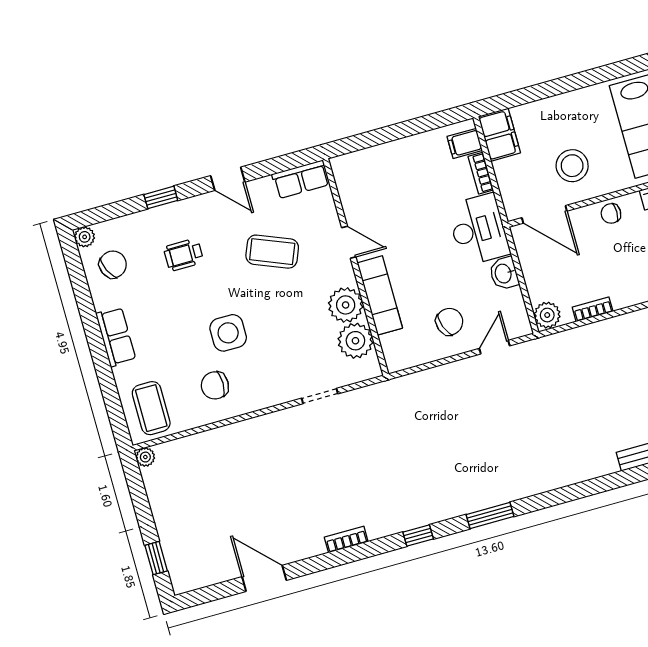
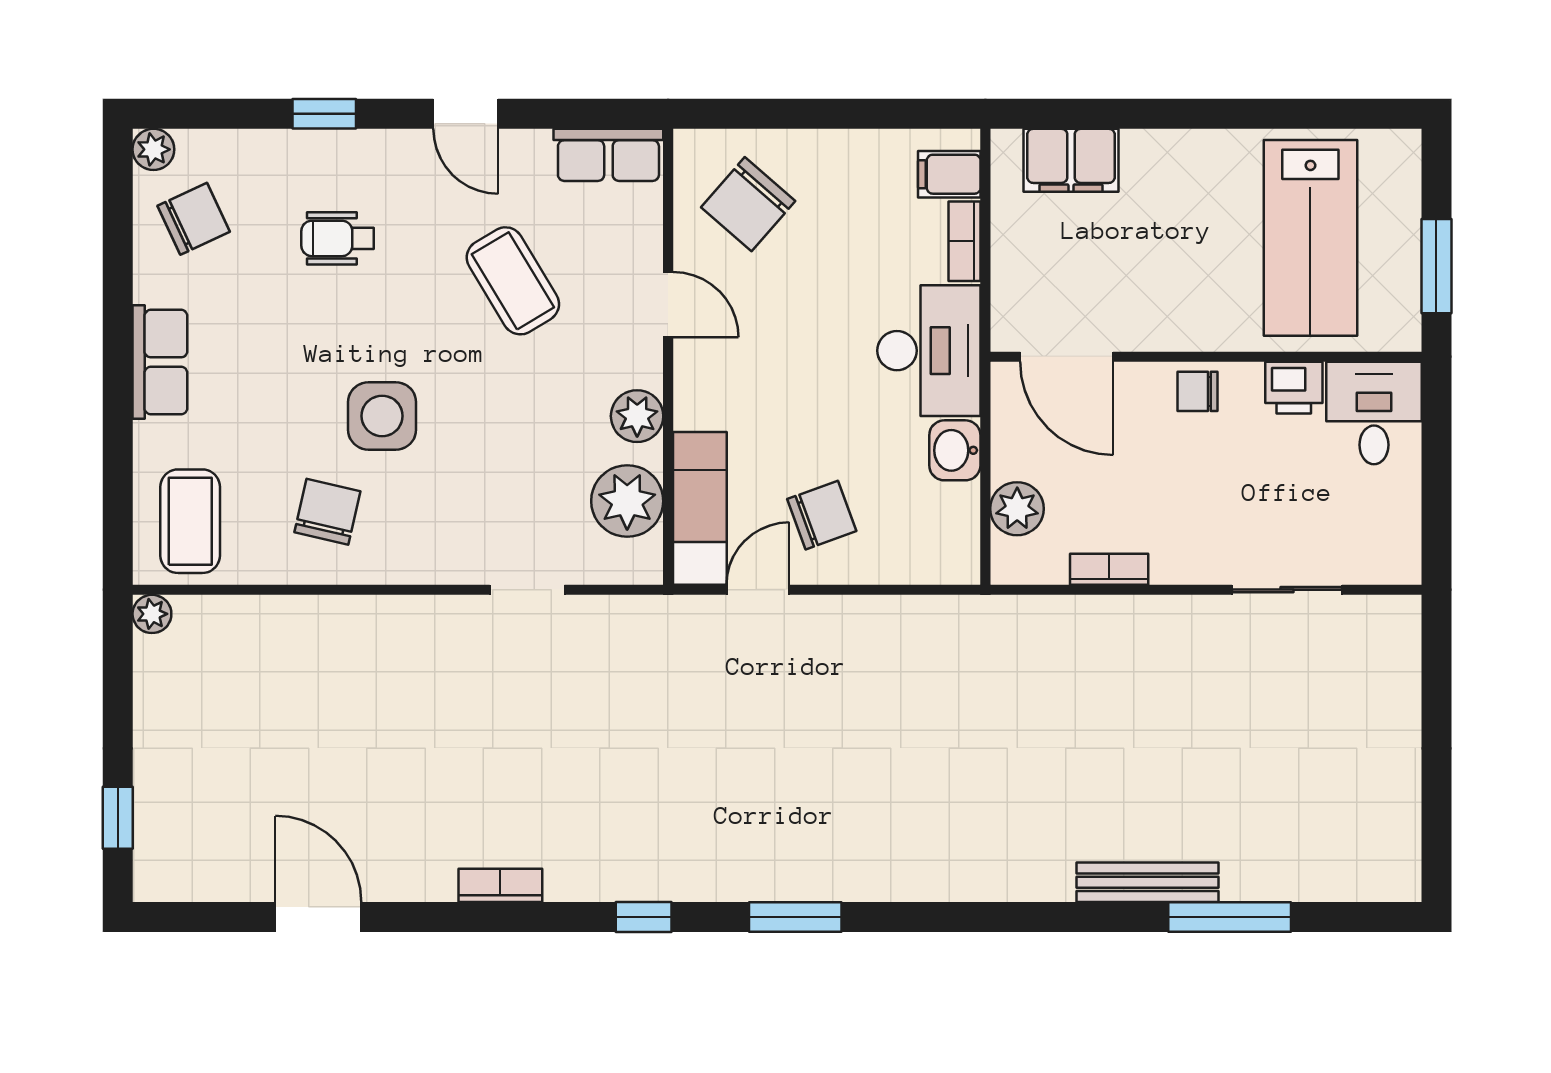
filing cabinet: (499, 135) -> (1071, 160), moved, turned 90
stool: (572, 166) -> (1148, 277), removed
chair: (373, 184) -> (748, 204), added
coffee table: (272, 252) -> (513, 281), turned 37
exam couch: (380, 295) -> (700, 508), moved
plant: (346, 305) -> (637, 416), width x0.73, depth x0.73
plant: (547, 315) -> (1017, 509), moved
door: (494, 347) -> (758, 590), moved
chair: (215, 385) -> (327, 512), turned 103

